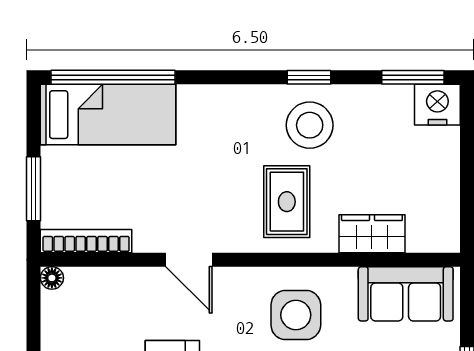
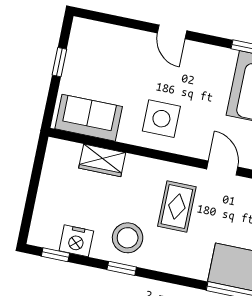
window: (413, 77) -> (55, 255), width x0.67
nightstand: (437, 105) -> (76, 241), moved
rug: (287, 202) -> (177, 207), moved

